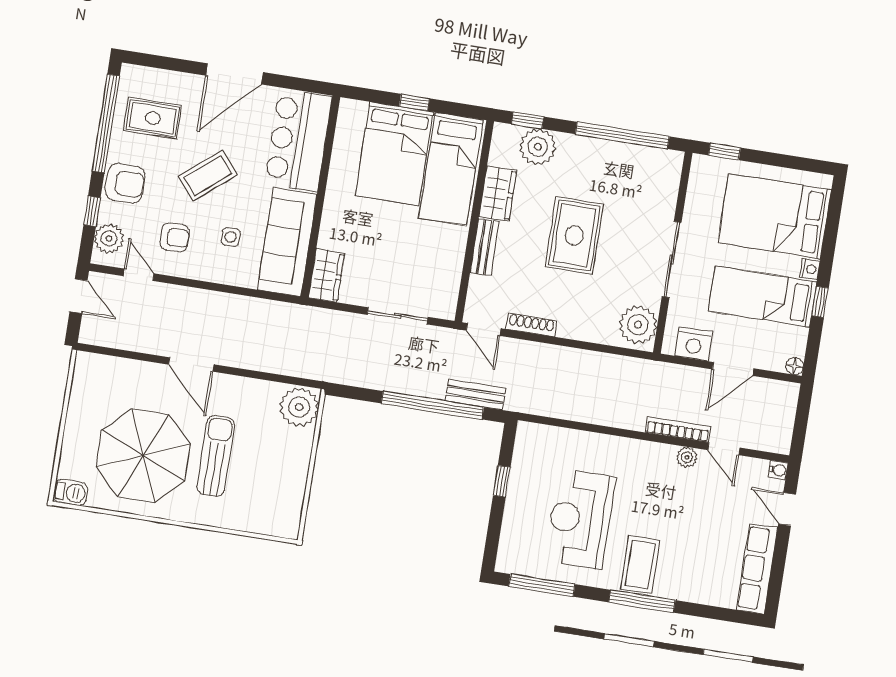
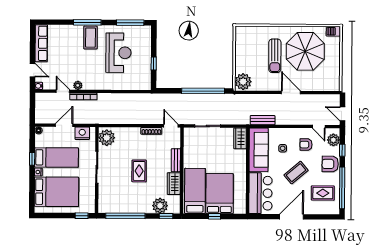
rug: (574, 235) -> (139, 171), width x0.73, depth x0.70
bench: (475, 395) -> (263, 120), moved
window: (433, 405) -> (203, 91), moved

